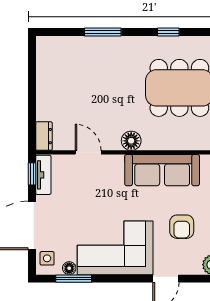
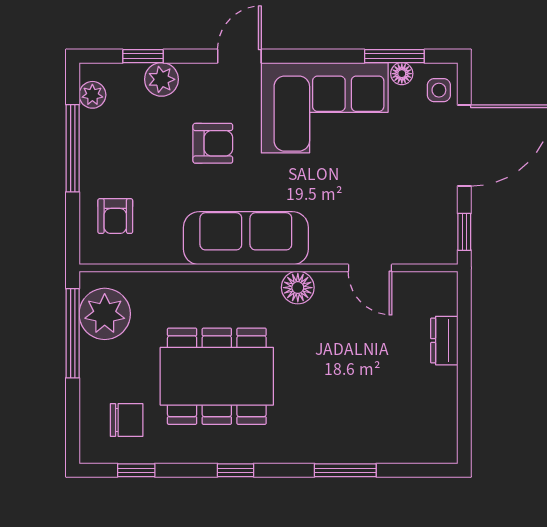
dresser: (44, 136) -> (444, 341), moved
tv unit: (43, 175) -> (445, 230), removed
armchair: (182, 227) -> (213, 143), turned 90

